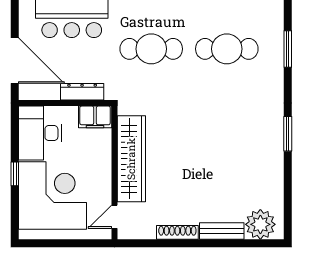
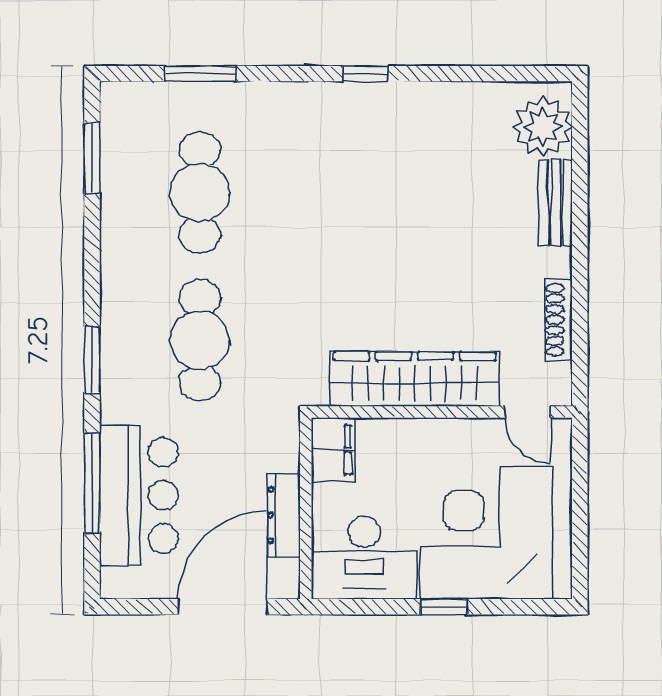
dresser: (82, 92) -> (284, 515), moved
window: (288, 134) -> (366, 74), width x0.67
shoe rack: (177, 232) -> (559, 320), moved

